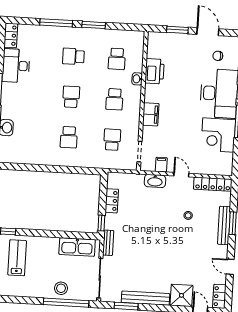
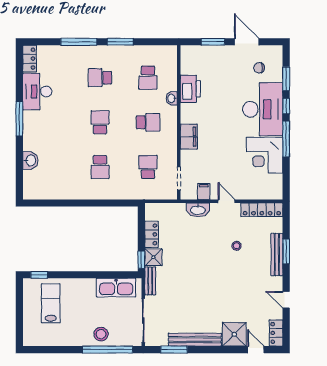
school desk: (114, 99) -> (148, 122), turned -90
shower: (112, 222) -> (153, 257), added

